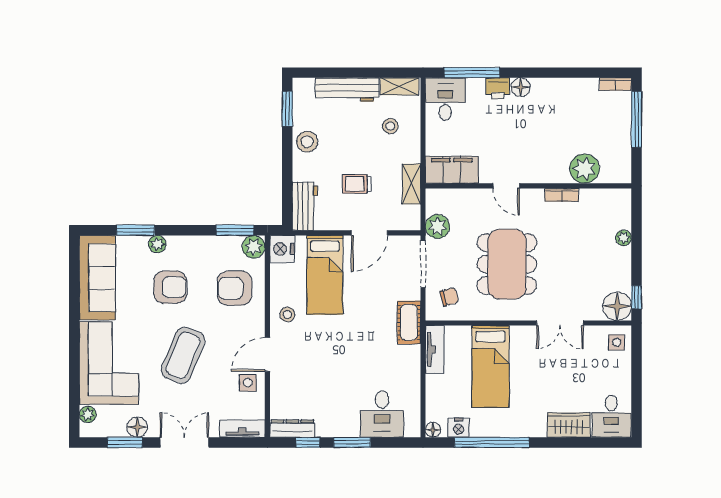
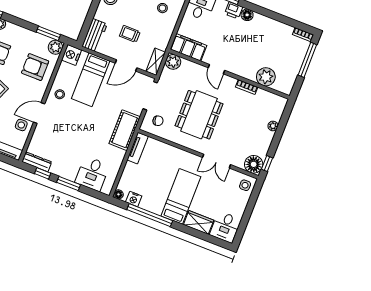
shelving: (411, 184) -> (156, 62), moved
plant: (438, 227) -> (173, 62), moved
cot: (409, 322) -> (125, 130), width x1.37, depth x1.34
bed: (491, 366) -> (181, 196), moved, turned 180

